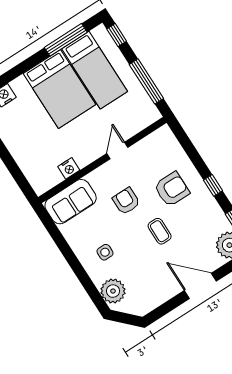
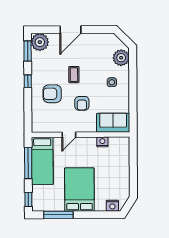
bed: (95, 70) -> (42, 161), moved, turned 180
door: (200, 286) -> (70, 30), hinge flipped

